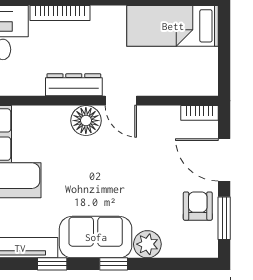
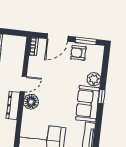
window: (52, 264) -> (98, 126), removed

